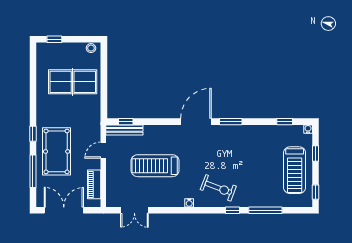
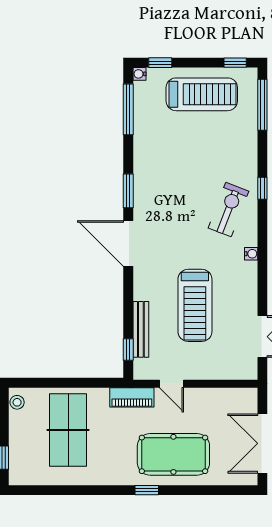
window: (285, 122) -> (128, 109), width x2.17
bench: (124, 130) -> (141, 329), moved
window: (315, 154) -> (160, 63), moved
window: (33, 171) -> (203, 490), removed
piano: (94, 184) -> (132, 397), moved
window: (265, 210) -> (262, 105), moved

